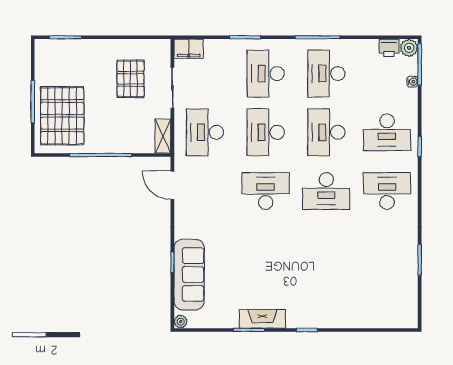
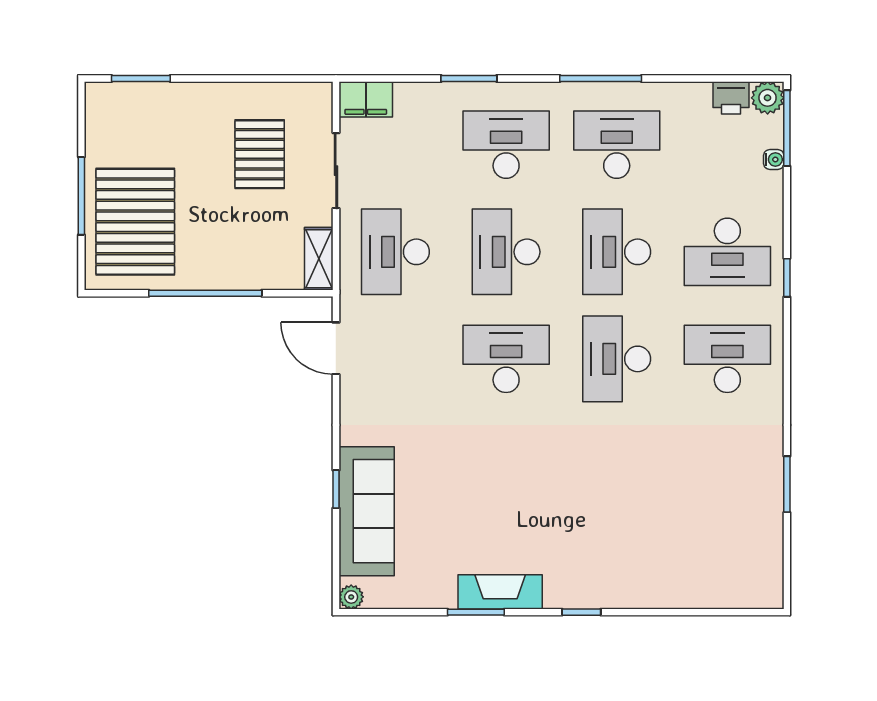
desk: (266, 74) -> (506, 145), turned 90
desk: (326, 74) -> (617, 145), turned 90
desk: (326, 191) -> (617, 359), turned 90

